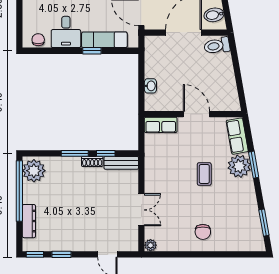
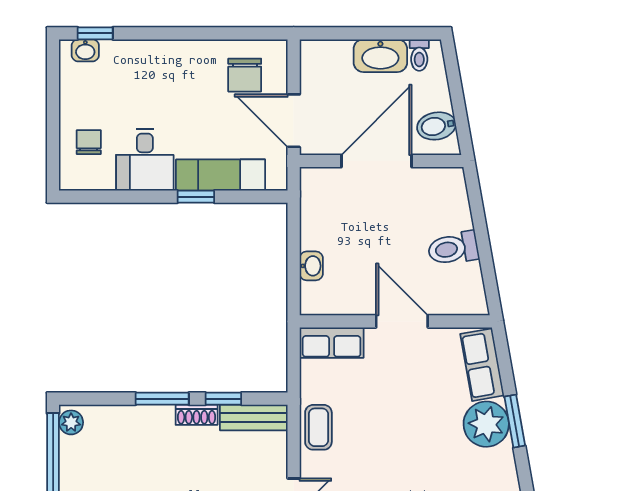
chair: (38, 40) -> (89, 142), moved
toilet: (217, 46) -> (453, 248), moved
plant: (34, 171) -> (71, 422), width x0.53, depth x0.53
coffee table: (204, 174) -> (318, 427), moved

